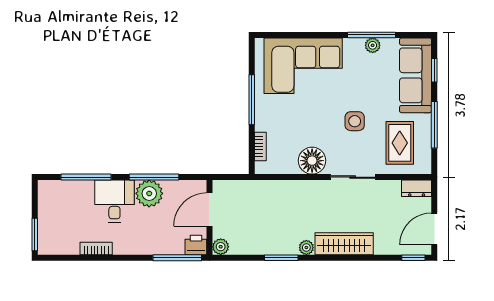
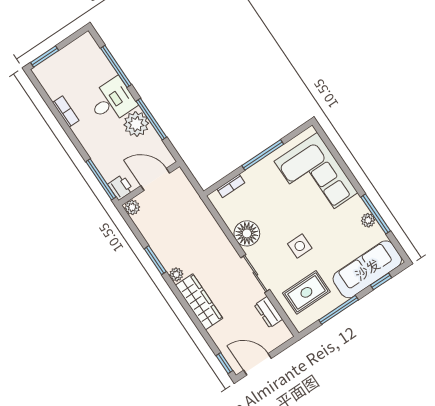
dresser: (417, 188) -> (268, 312), moved

